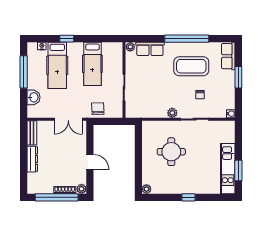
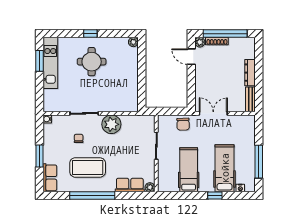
washbasin: (34, 97) -> (249, 136), removed
plant: (172, 113) -> (111, 124), width x1.87, depth x1.87
round table: (171, 152) -> (92, 62), moved
door: (90, 162) -> (191, 57), moved

